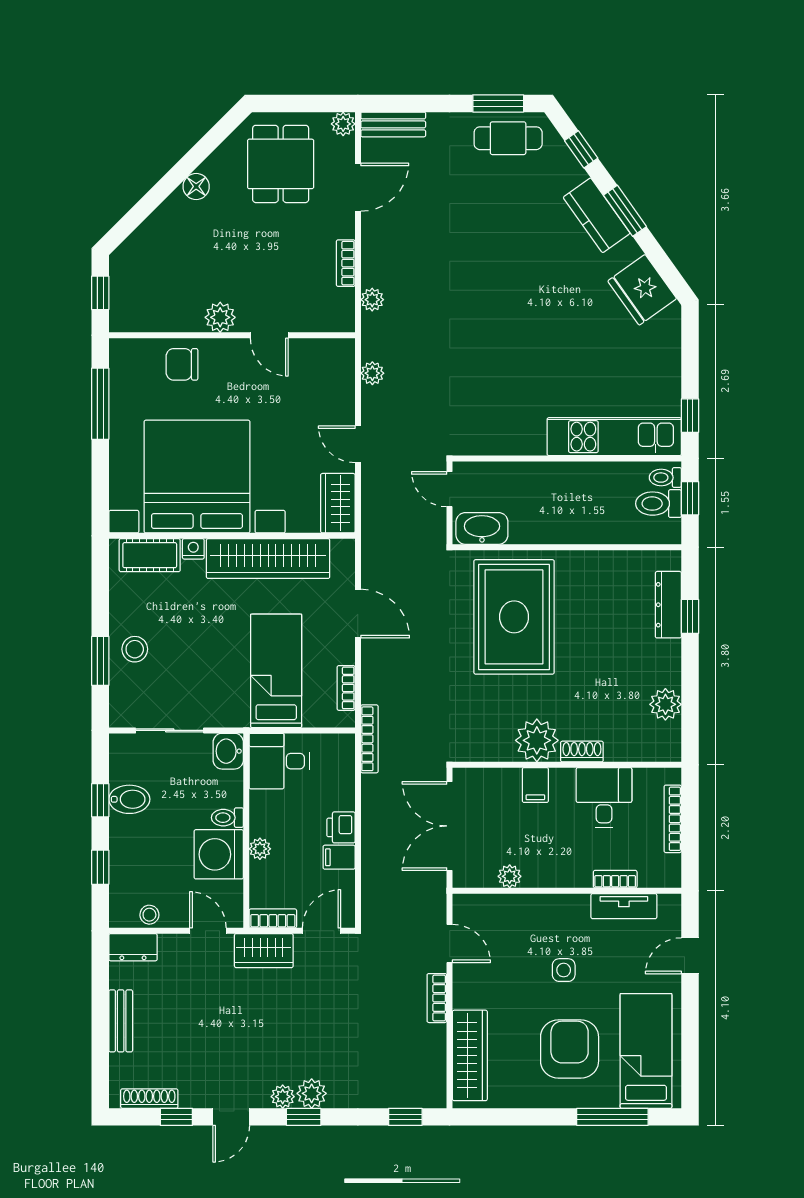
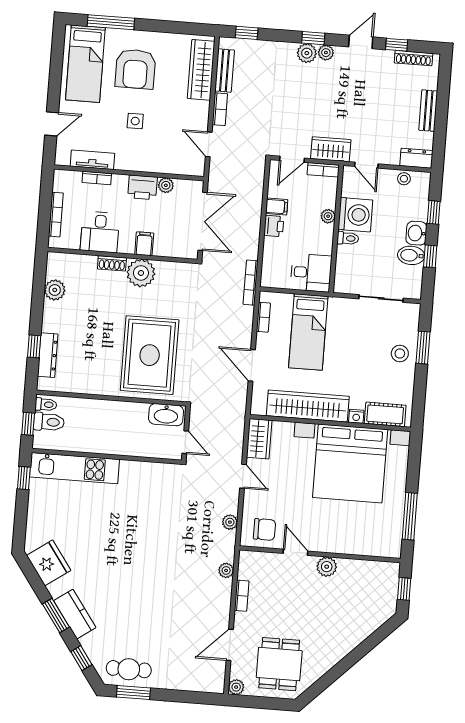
bench: (393, 124) -> (225, 71), moved, turned 90
floor lamp: (196, 186) -> (336, 654), removed
chair: (182, 364) -> (265, 529), moved
toilet: (665, 478) -> (46, 404), moved
washbasin: (228, 751) -> (416, 233), moved, turned 180
printer: (545, 870) -> (142, 187), added

